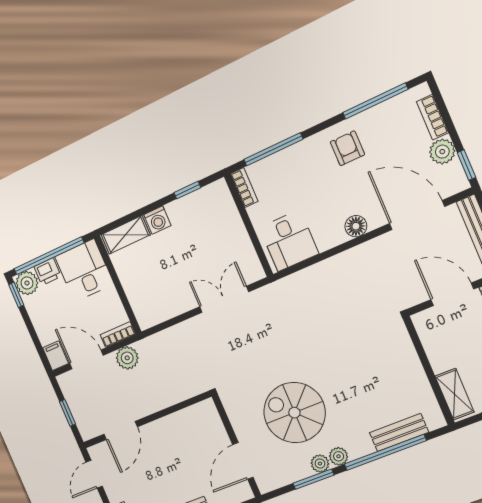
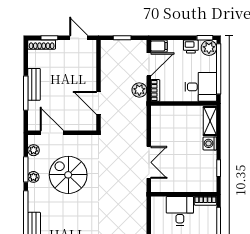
desk: (289, 241) -> (180, 211), moved, turned 90
printer: (48, 272) -> (191, 47), moved, turned -90
spiral stairs: (294, 413) -> (68, 175), turned -90
door: (121, 430) -> (98, 103), moved
plant: (339, 456) -> (34, 150), moved

